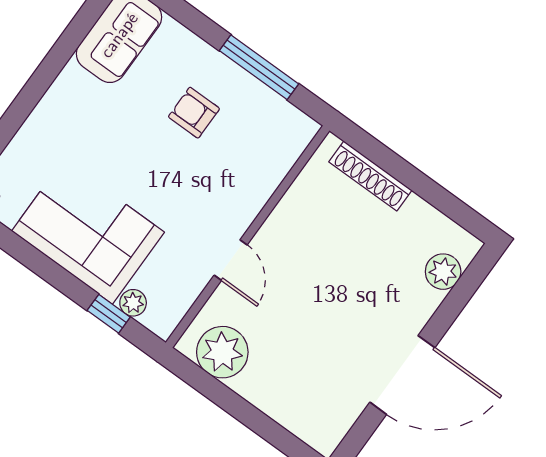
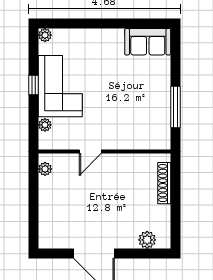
armchair: (194, 113) -> (139, 94), removed
window: (109, 314) -> (33, 85), moved
plant: (222, 352) -> (45, 169), width x0.53, depth x0.53

